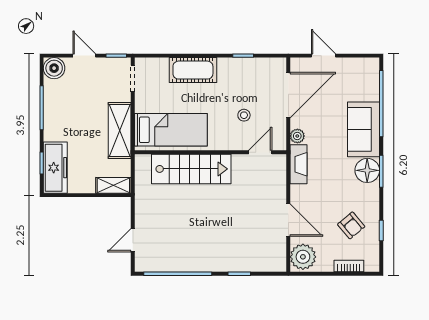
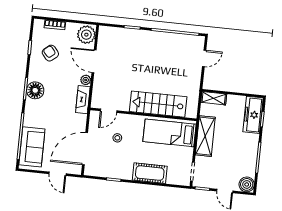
sofa: (364, 129) -> (32, 147), moved
plant: (297, 136) -> (86, 80), moved

